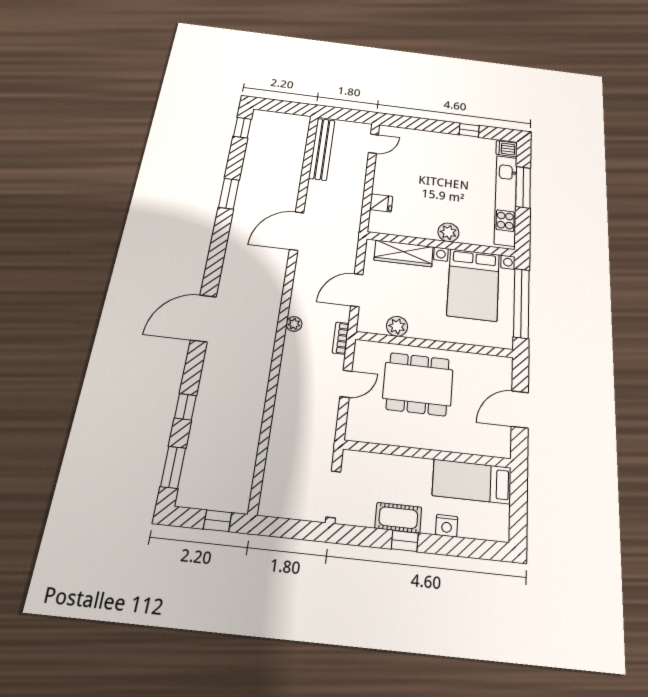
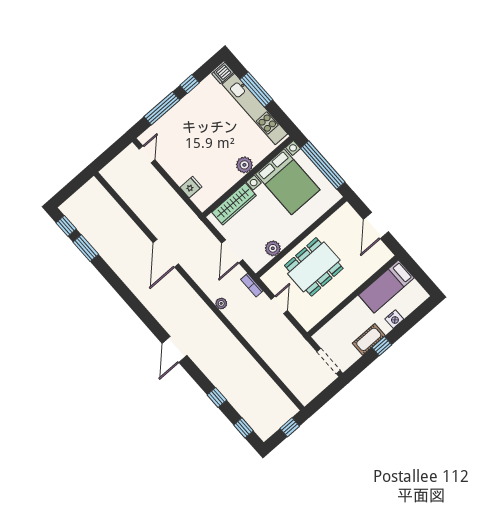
window: (426, 125) -> (162, 108), added
bench: (322, 149) -> (123, 190), removed
window: (229, 194) -> (86, 248), moved
door: (203, 318) -> (175, 349), width x0.73
window: (173, 467) -> (244, 428), width x0.67

